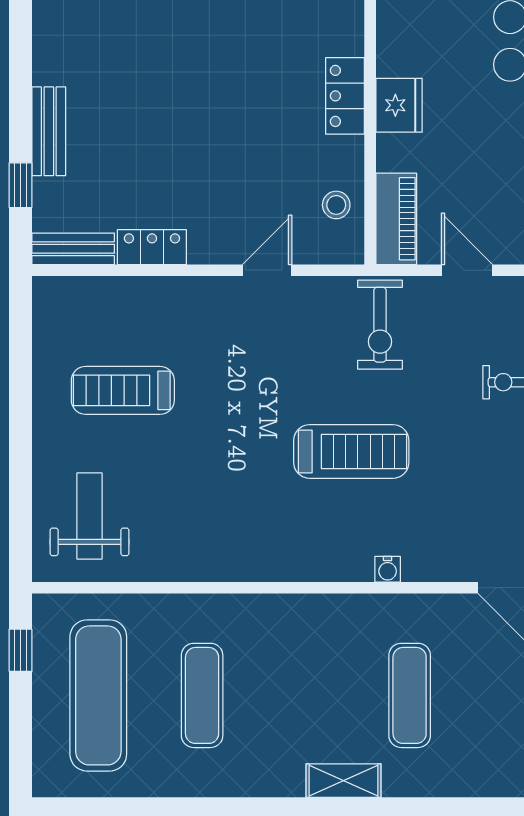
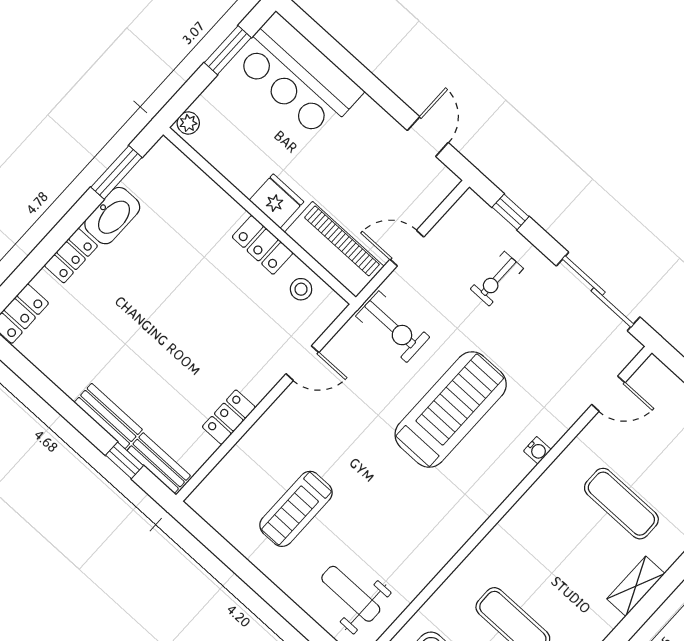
locker: (345, 96) -> (263, 245), moved
piano: (396, 219) -> (334, 249), width x1.37, depth x1.33
bench: (73, 249) -> (159, 463), moved, turned 90
door: (267, 270) -> (302, 363), swing flipped
treadmill: (351, 451) -> (451, 410), width x1.37, depth x1.38

